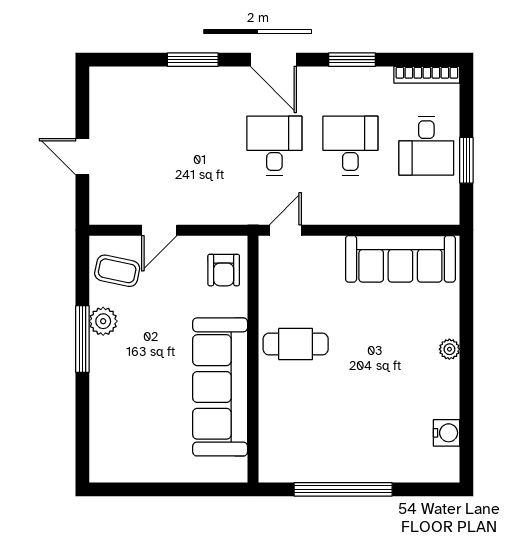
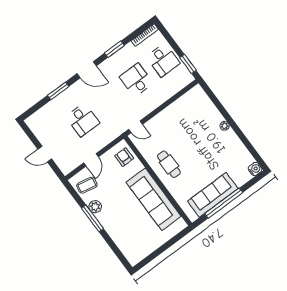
desk: (274, 146) -> (83, 120), moved, turned 180
window: (466, 160) -> (188, 64), moved
door: (285, 230) -> (136, 127), swing flipped
sofa: (400, 259) -> (213, 195), moved, turned 180
armchair: (224, 270) -> (124, 157), turned 180
cafe table: (296, 344) -> (169, 164), turned 90
water cooler: (446, 433) -> (255, 169), moved

